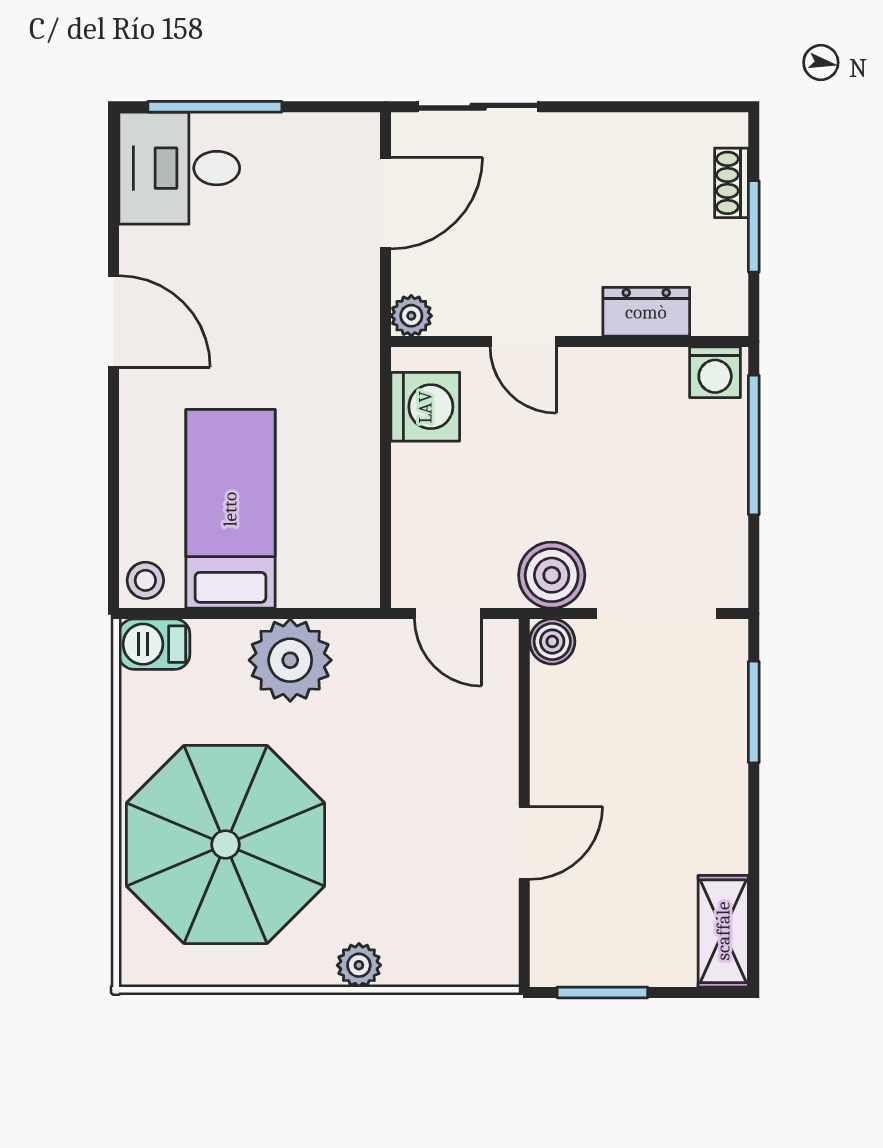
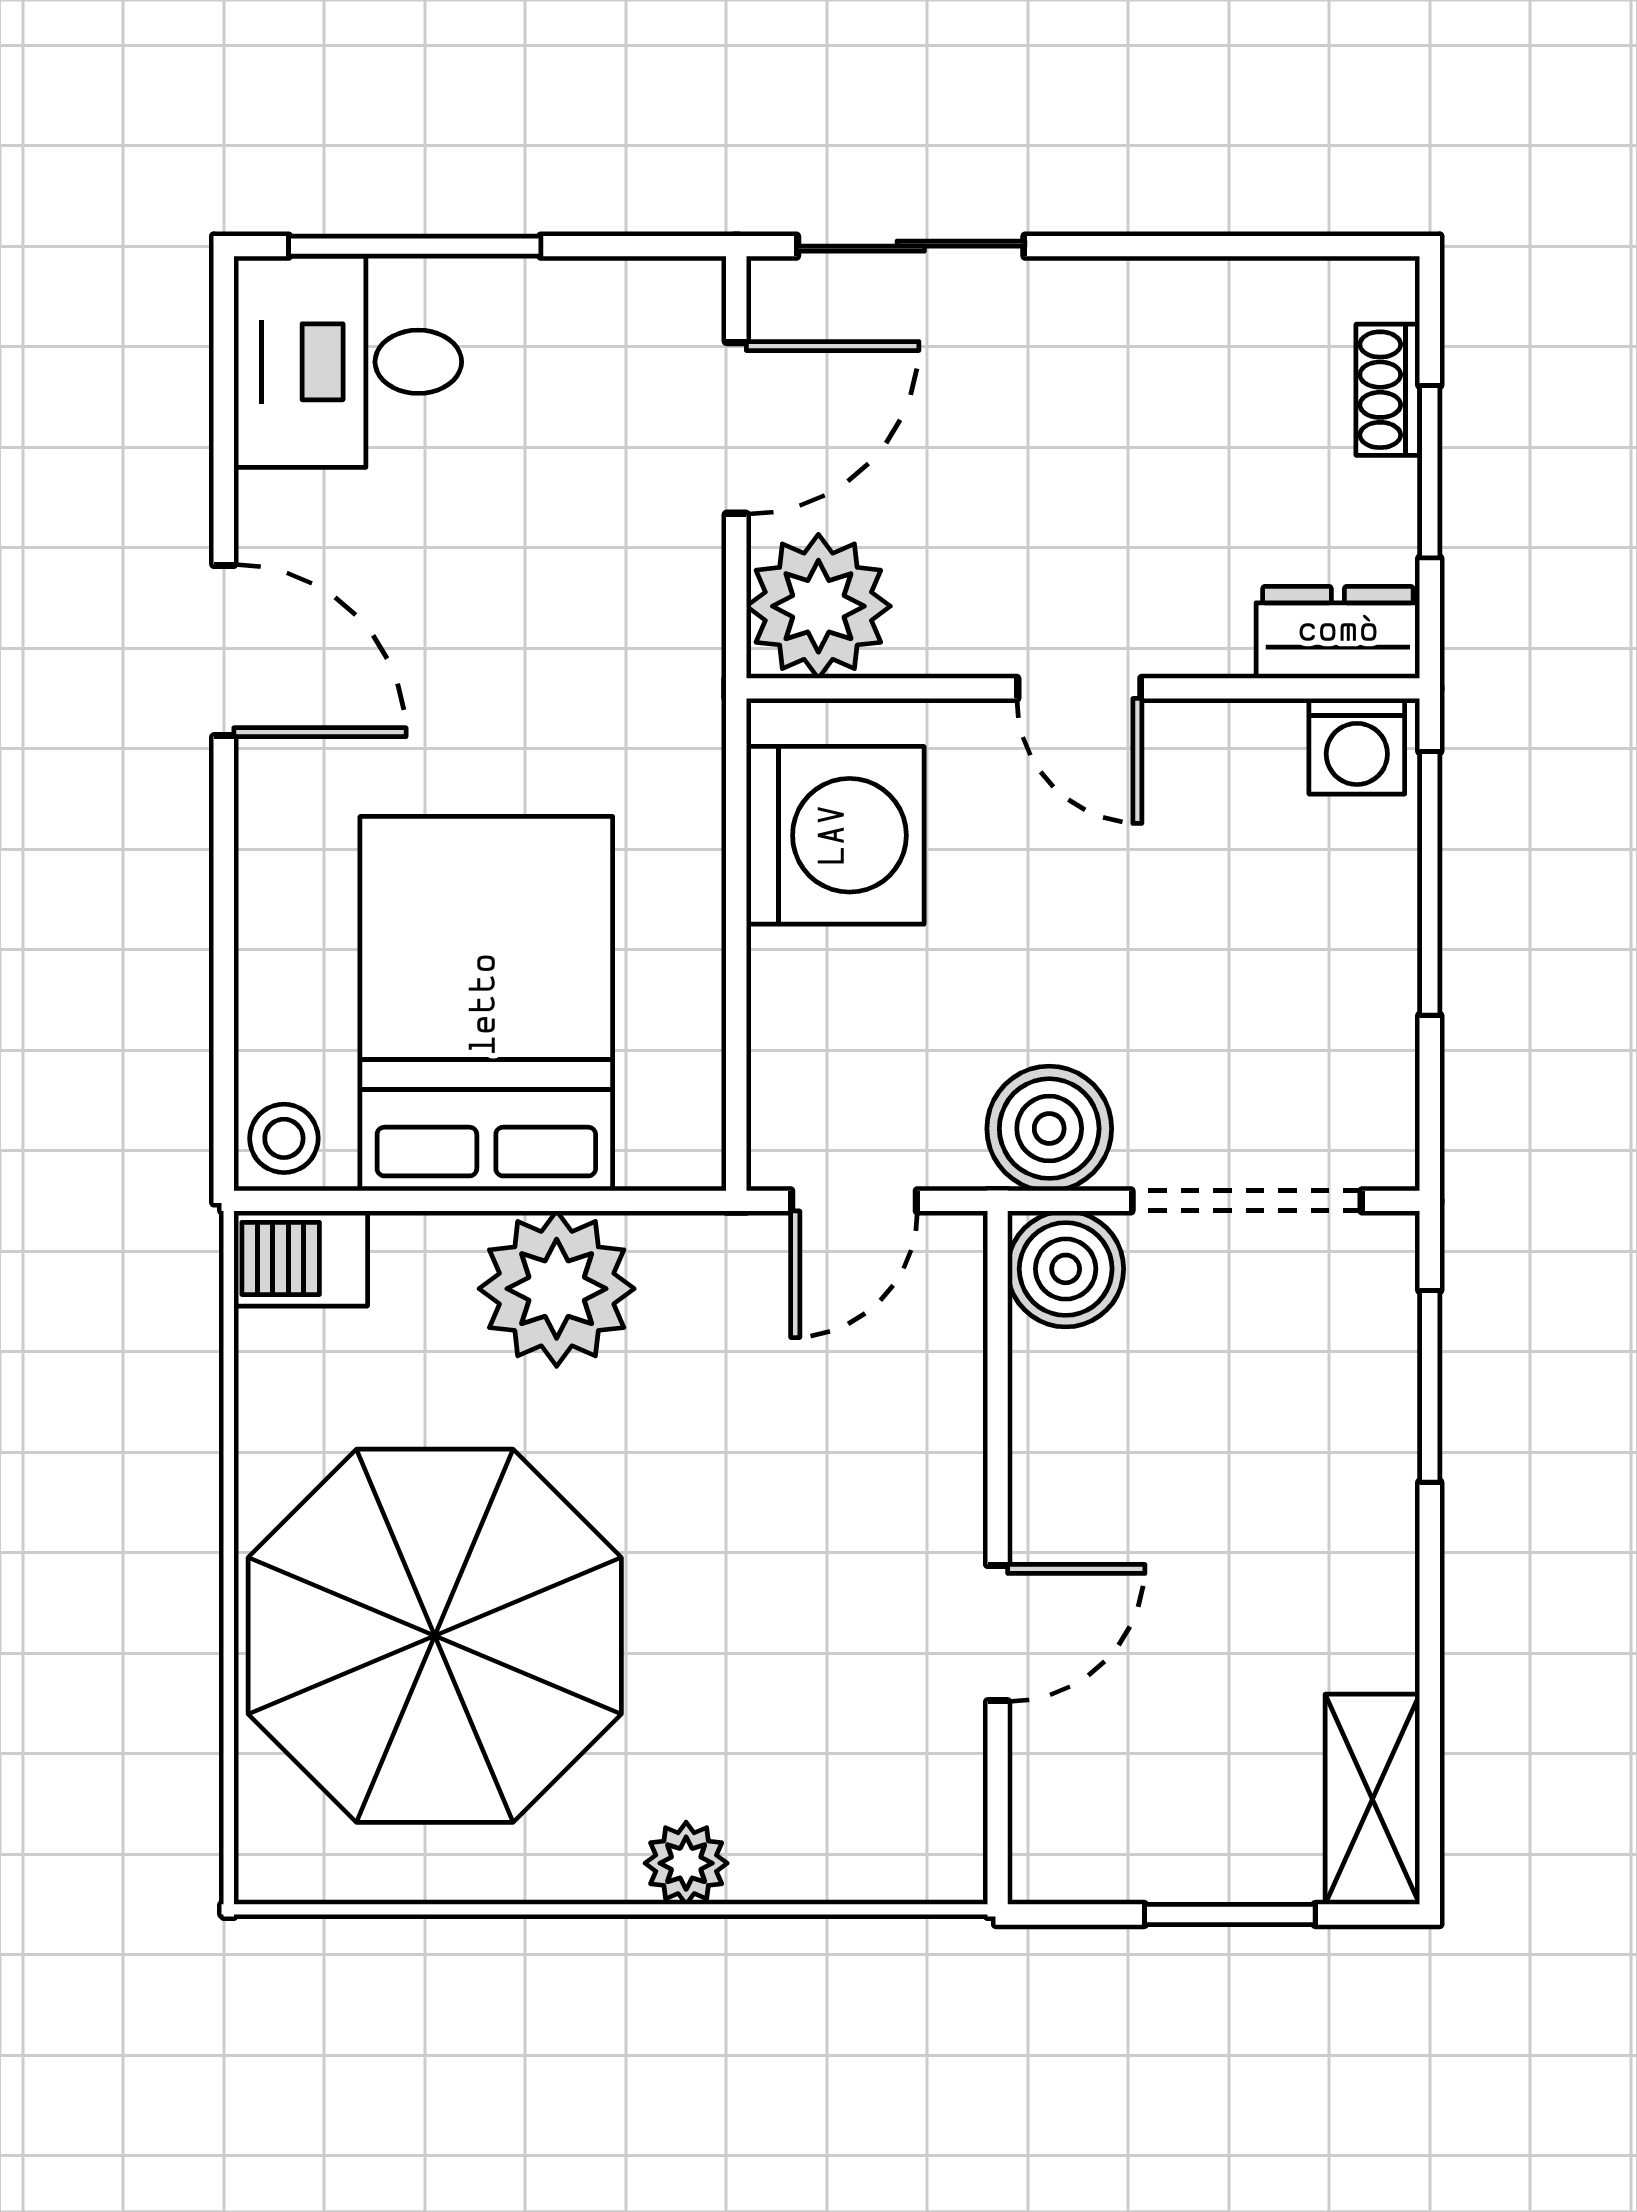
dresser: (646, 312) -> (1338, 632), moved
plant: (411, 316) -> (818, 606), width x1.88, depth x1.88
door: (523, 341) -> (1079, 688), moved
washing machine: (425, 407) -> (835, 835), width x1.37, depth x1.37
bed: (230, 509) -> (486, 1004), width x1.50
door: (448, 614) -> (854, 1201), hinge flipped
boiler: (552, 642) -> (1066, 1269), width x1.36, depth x1.36
window: (602, 992) -> (1230, 1914), moved

